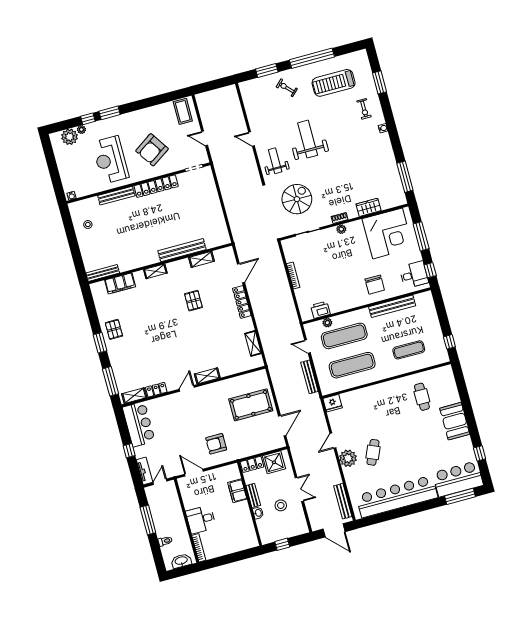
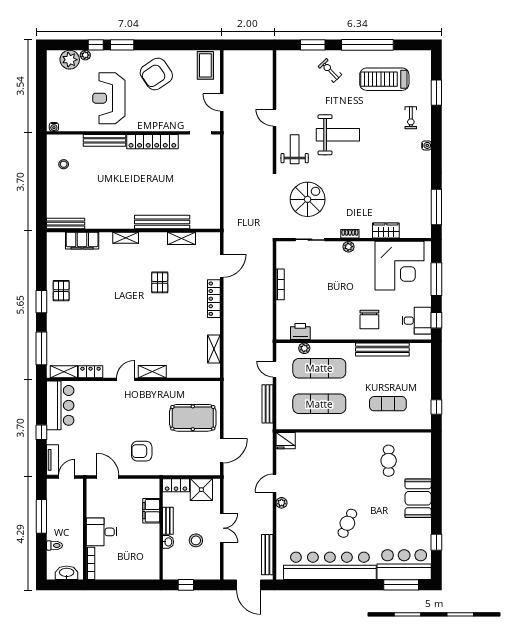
weight bench: (308, 139) -> (338, 135), turned 90
armchair: (152, 150) -> (156, 74), moved
cafe table: (373, 452) -> (347, 523), moved
plant: (348, 458) -> (282, 503), width x0.53, depth x0.53

